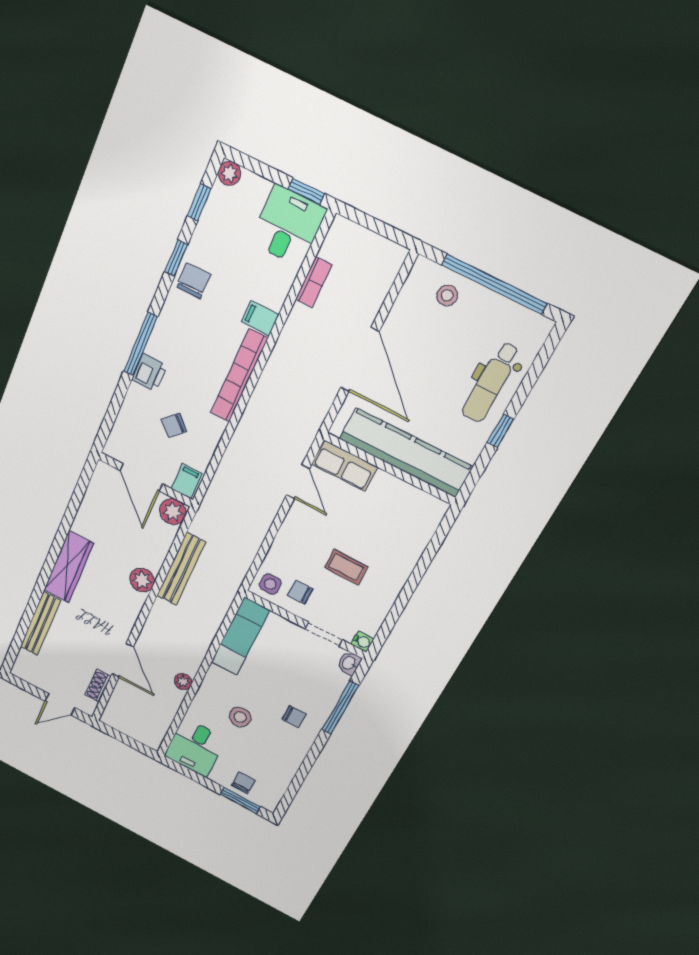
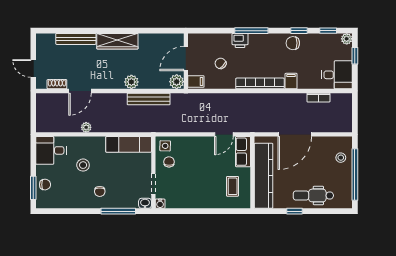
window: (306, 191) -> (355, 56), moved
chair: (194, 281) -> (293, 43), turned 180
coffee table: (346, 567) -> (233, 186), moved

